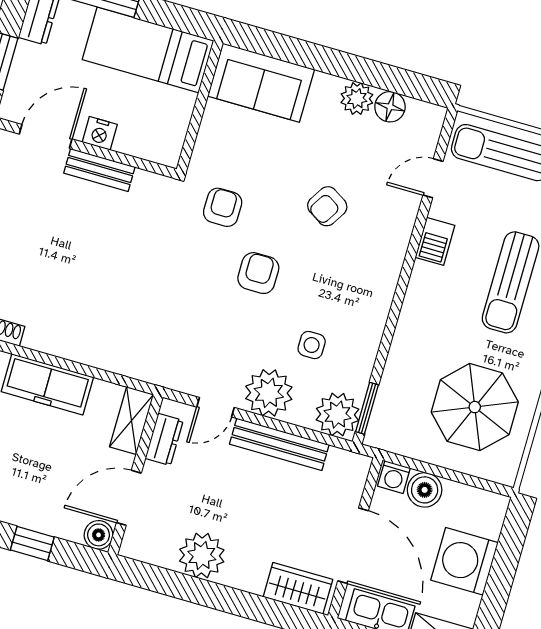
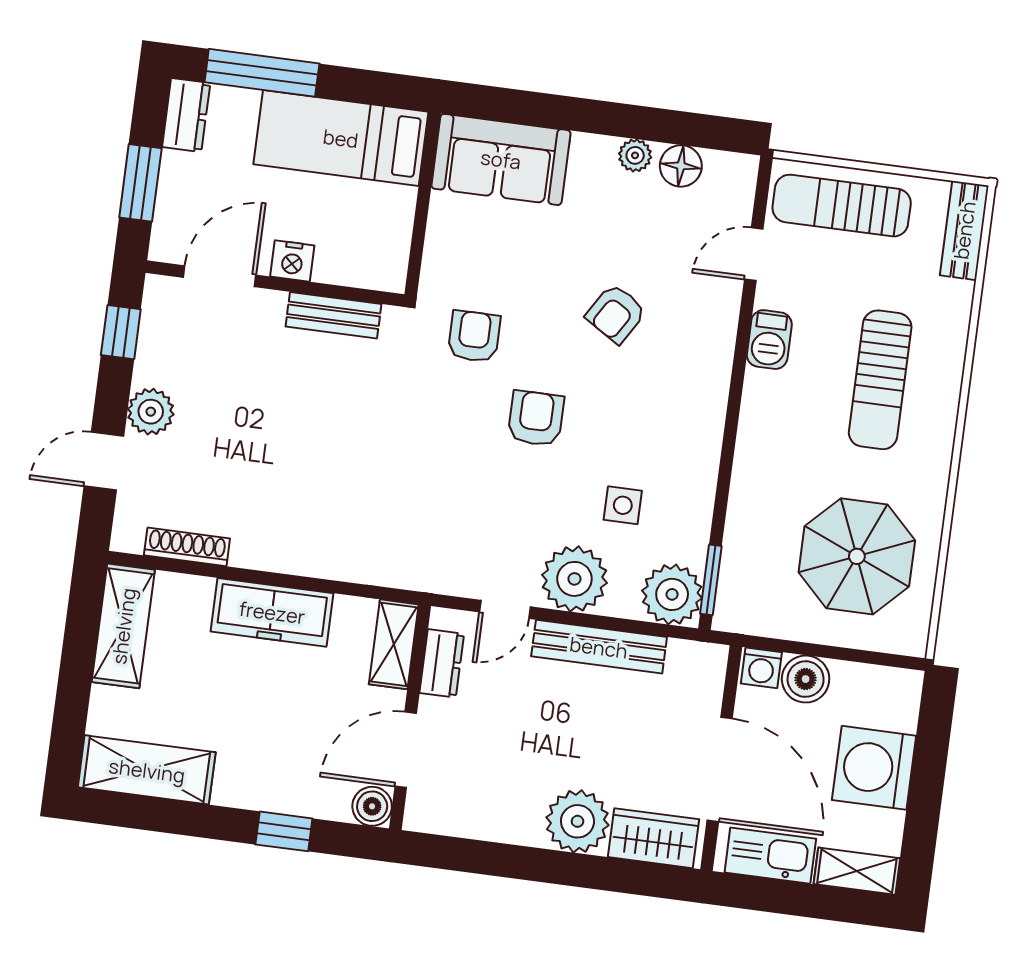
plant: (357, 99) -> (635, 155), width x0.73, depth x0.73
bench: (99, 170) -> (334, 315), moved
plant: (202, 556) -> (577, 821), moved

